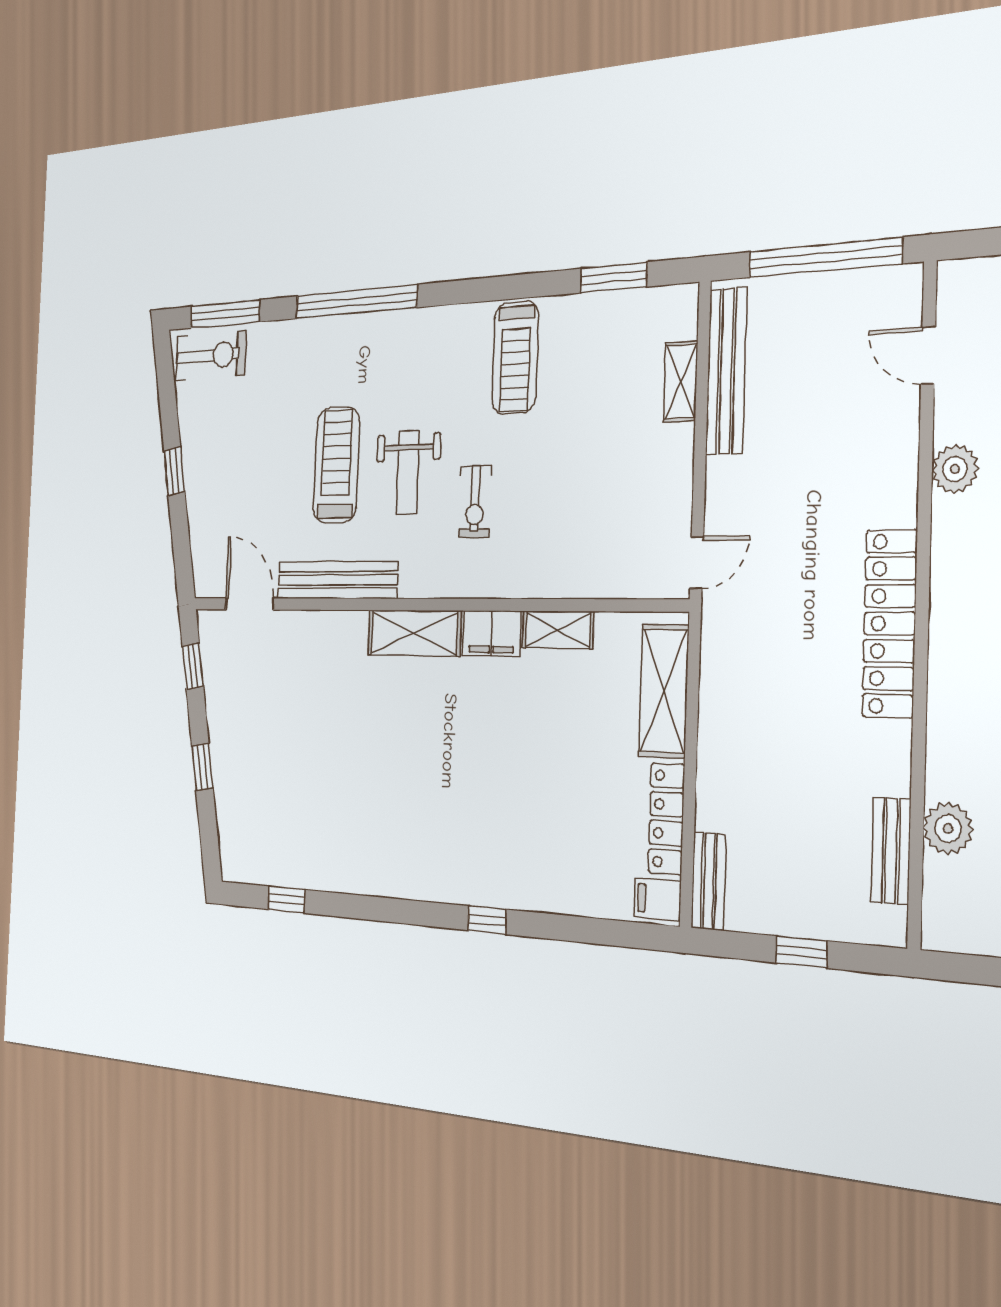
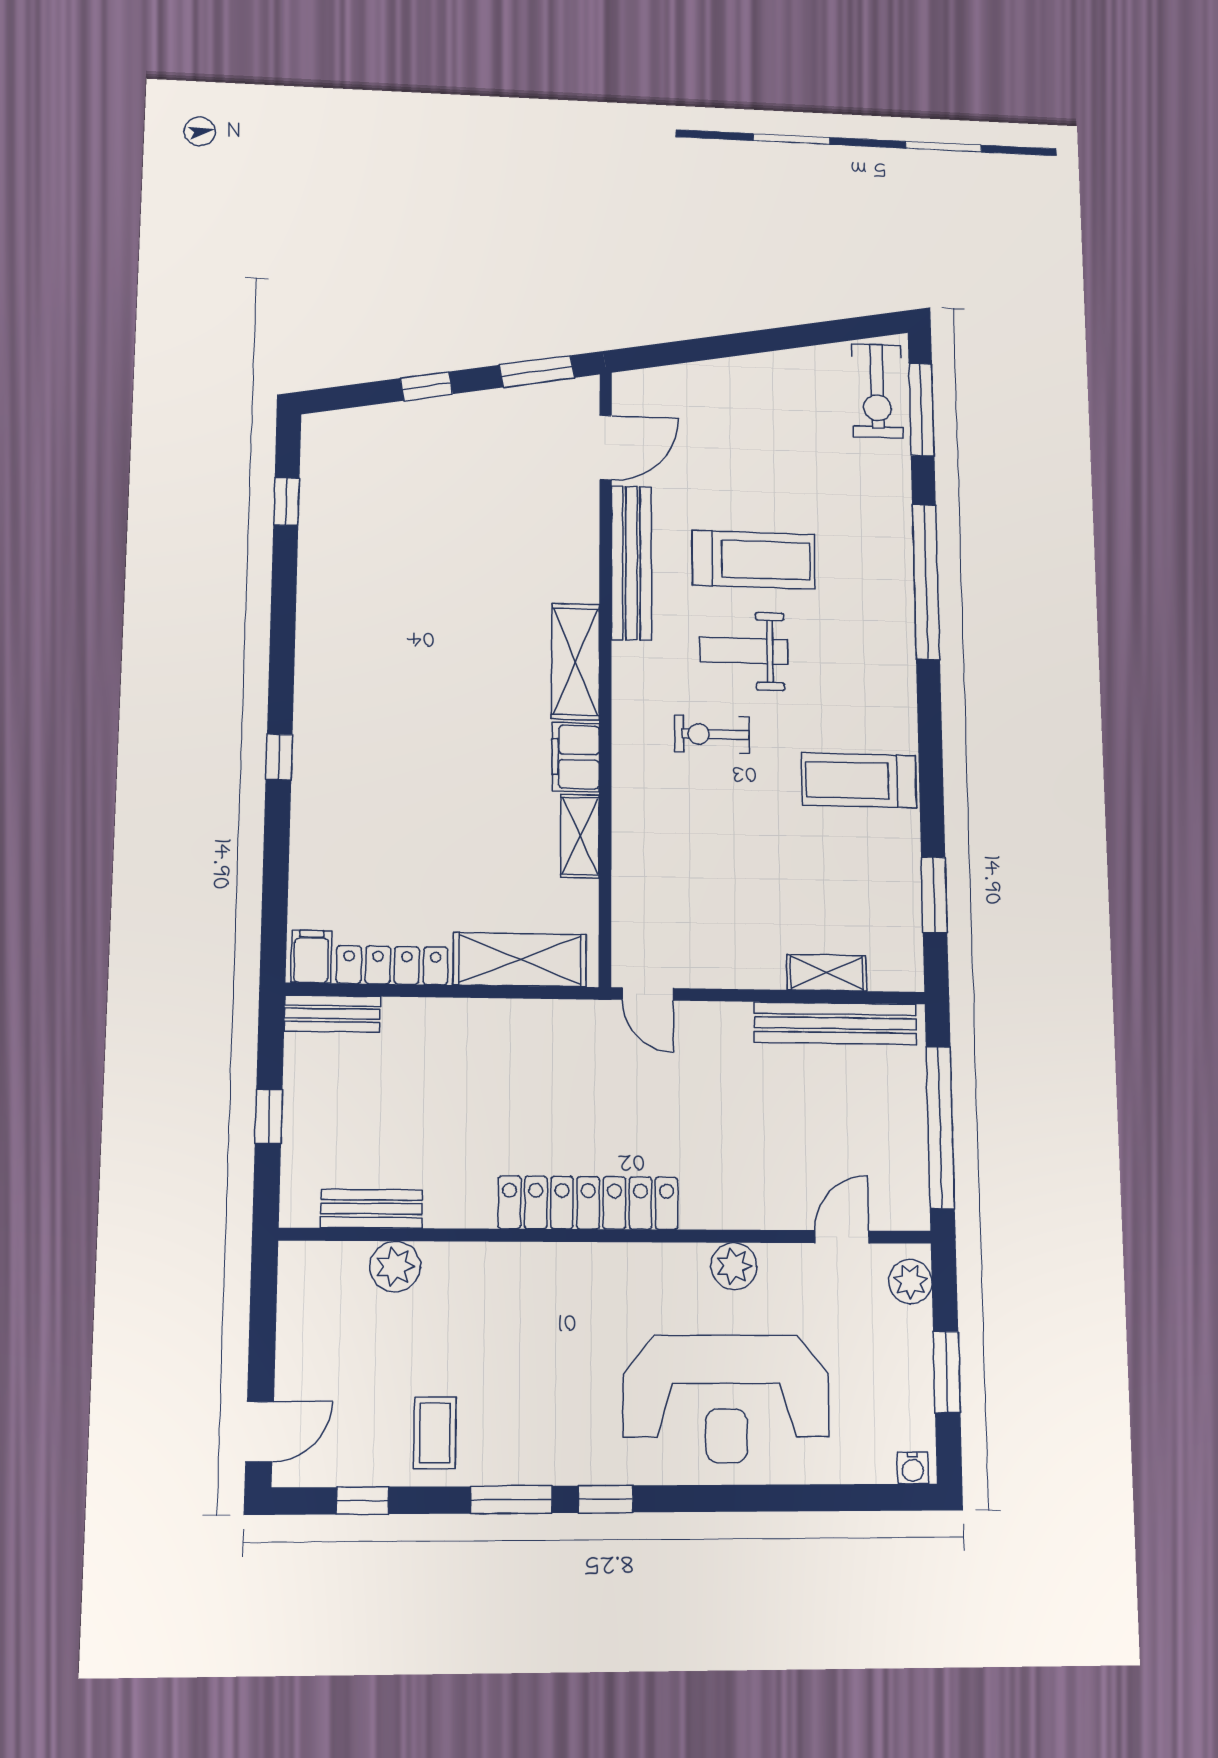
plant: (974, 280) -> (910, 1282), added
window: (174, 471) -> (752, 342), removed
window: (193, 666) -> (537, 371), width x1.50

